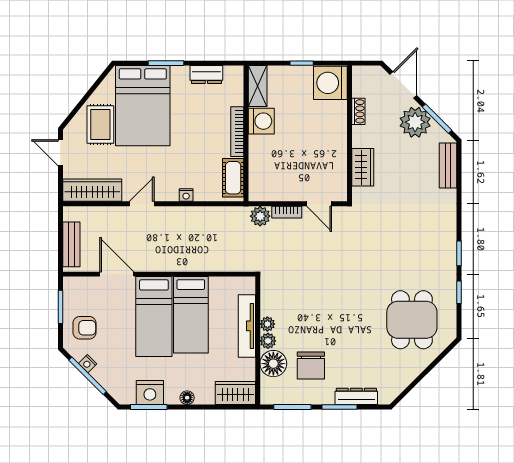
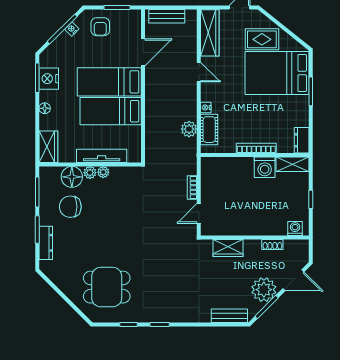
dresser: (206, 75) -> (302, 140), moved
washing machine: (330, 83) -> (295, 229), width x0.53, depth x0.53
cot: (233, 178) -> (209, 130), moved, turned 90
plant: (260, 216) -> (189, 129), moved

